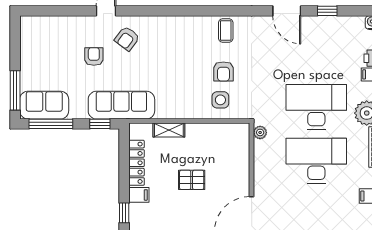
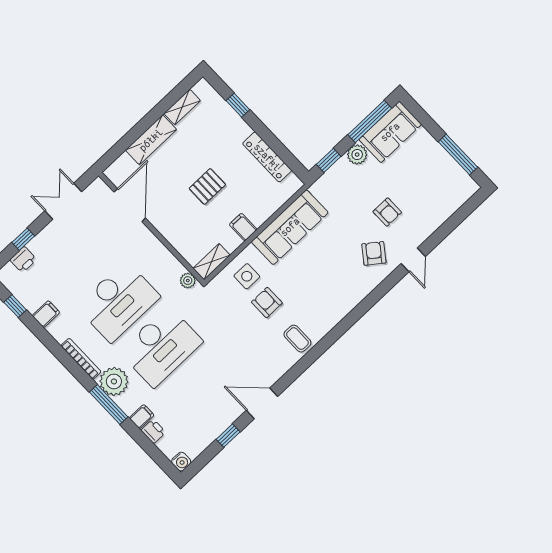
window: (15, 90) -> (458, 155), moved
sofa: (121, 105) -> (290, 227), moved
plant: (78, 111) -> (357, 155), added
shelving: (169, 130) -> (212, 262), moved
filing cabinet: (139, 195) -> (243, 227), moved, turned 90

